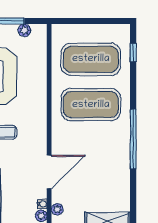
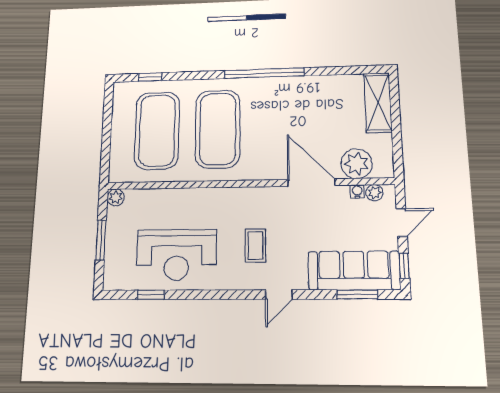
plant: (24, 30) -> (116, 197), moved
plant: (57, 209) -> (357, 164), width x1.87, depth x1.87

